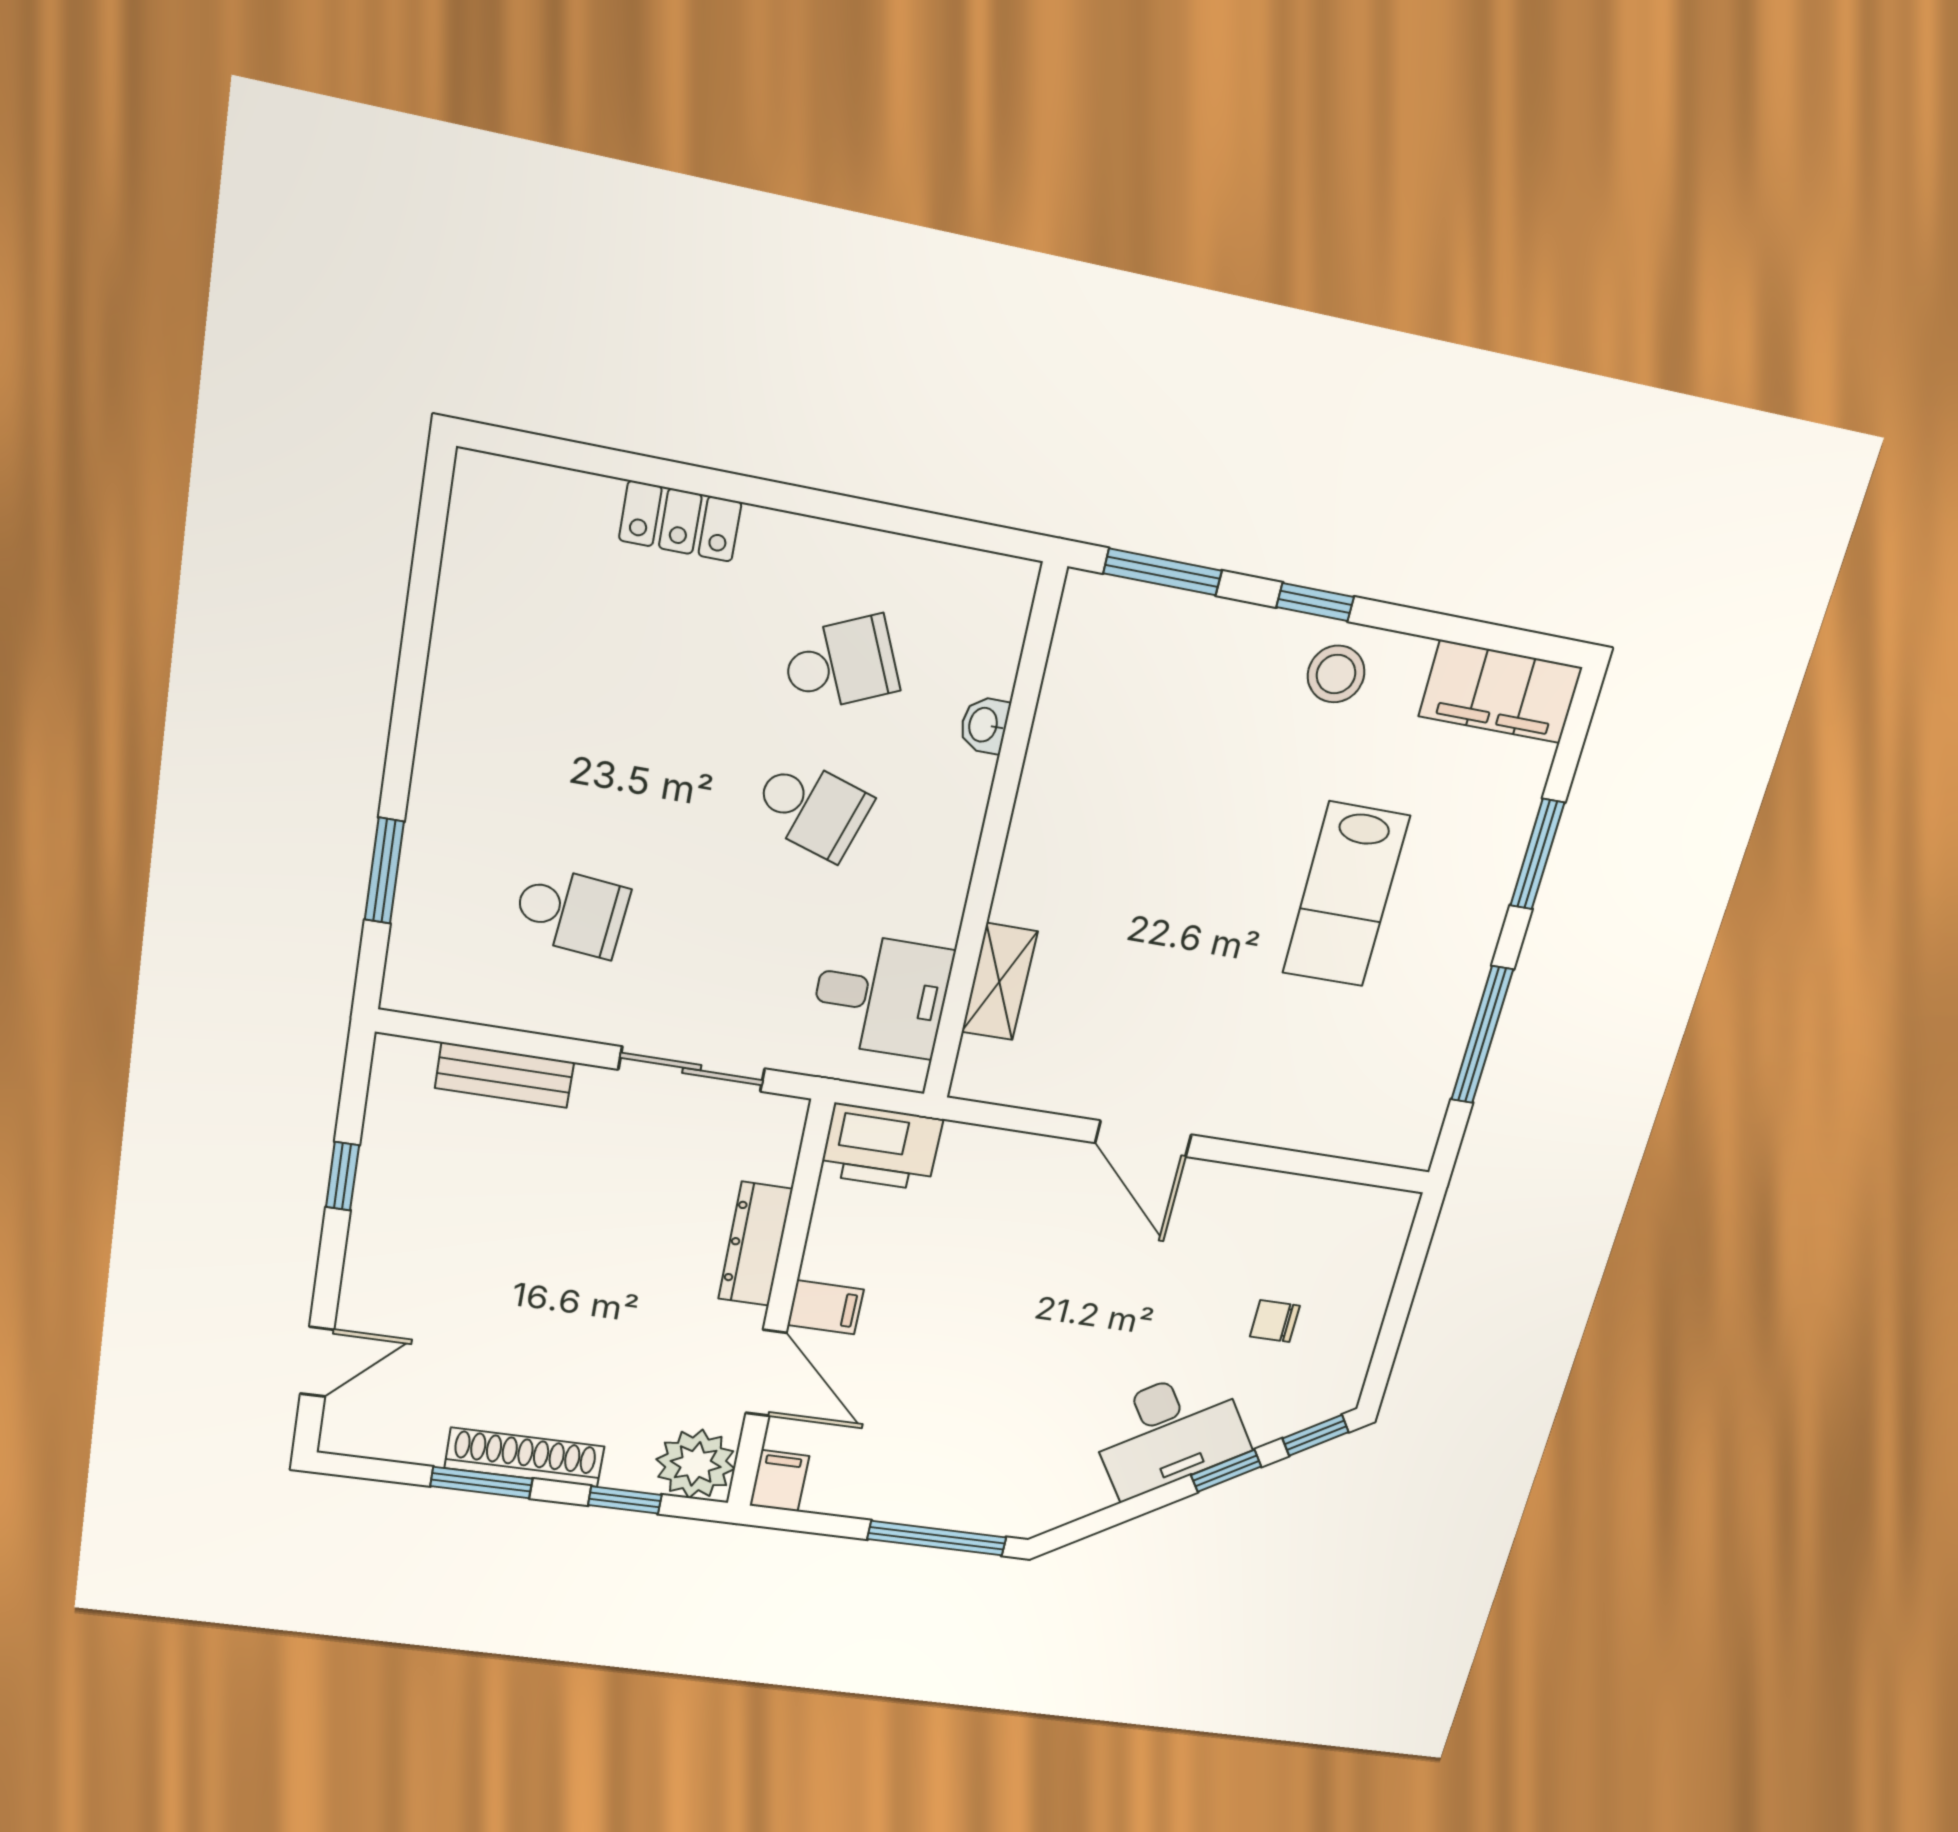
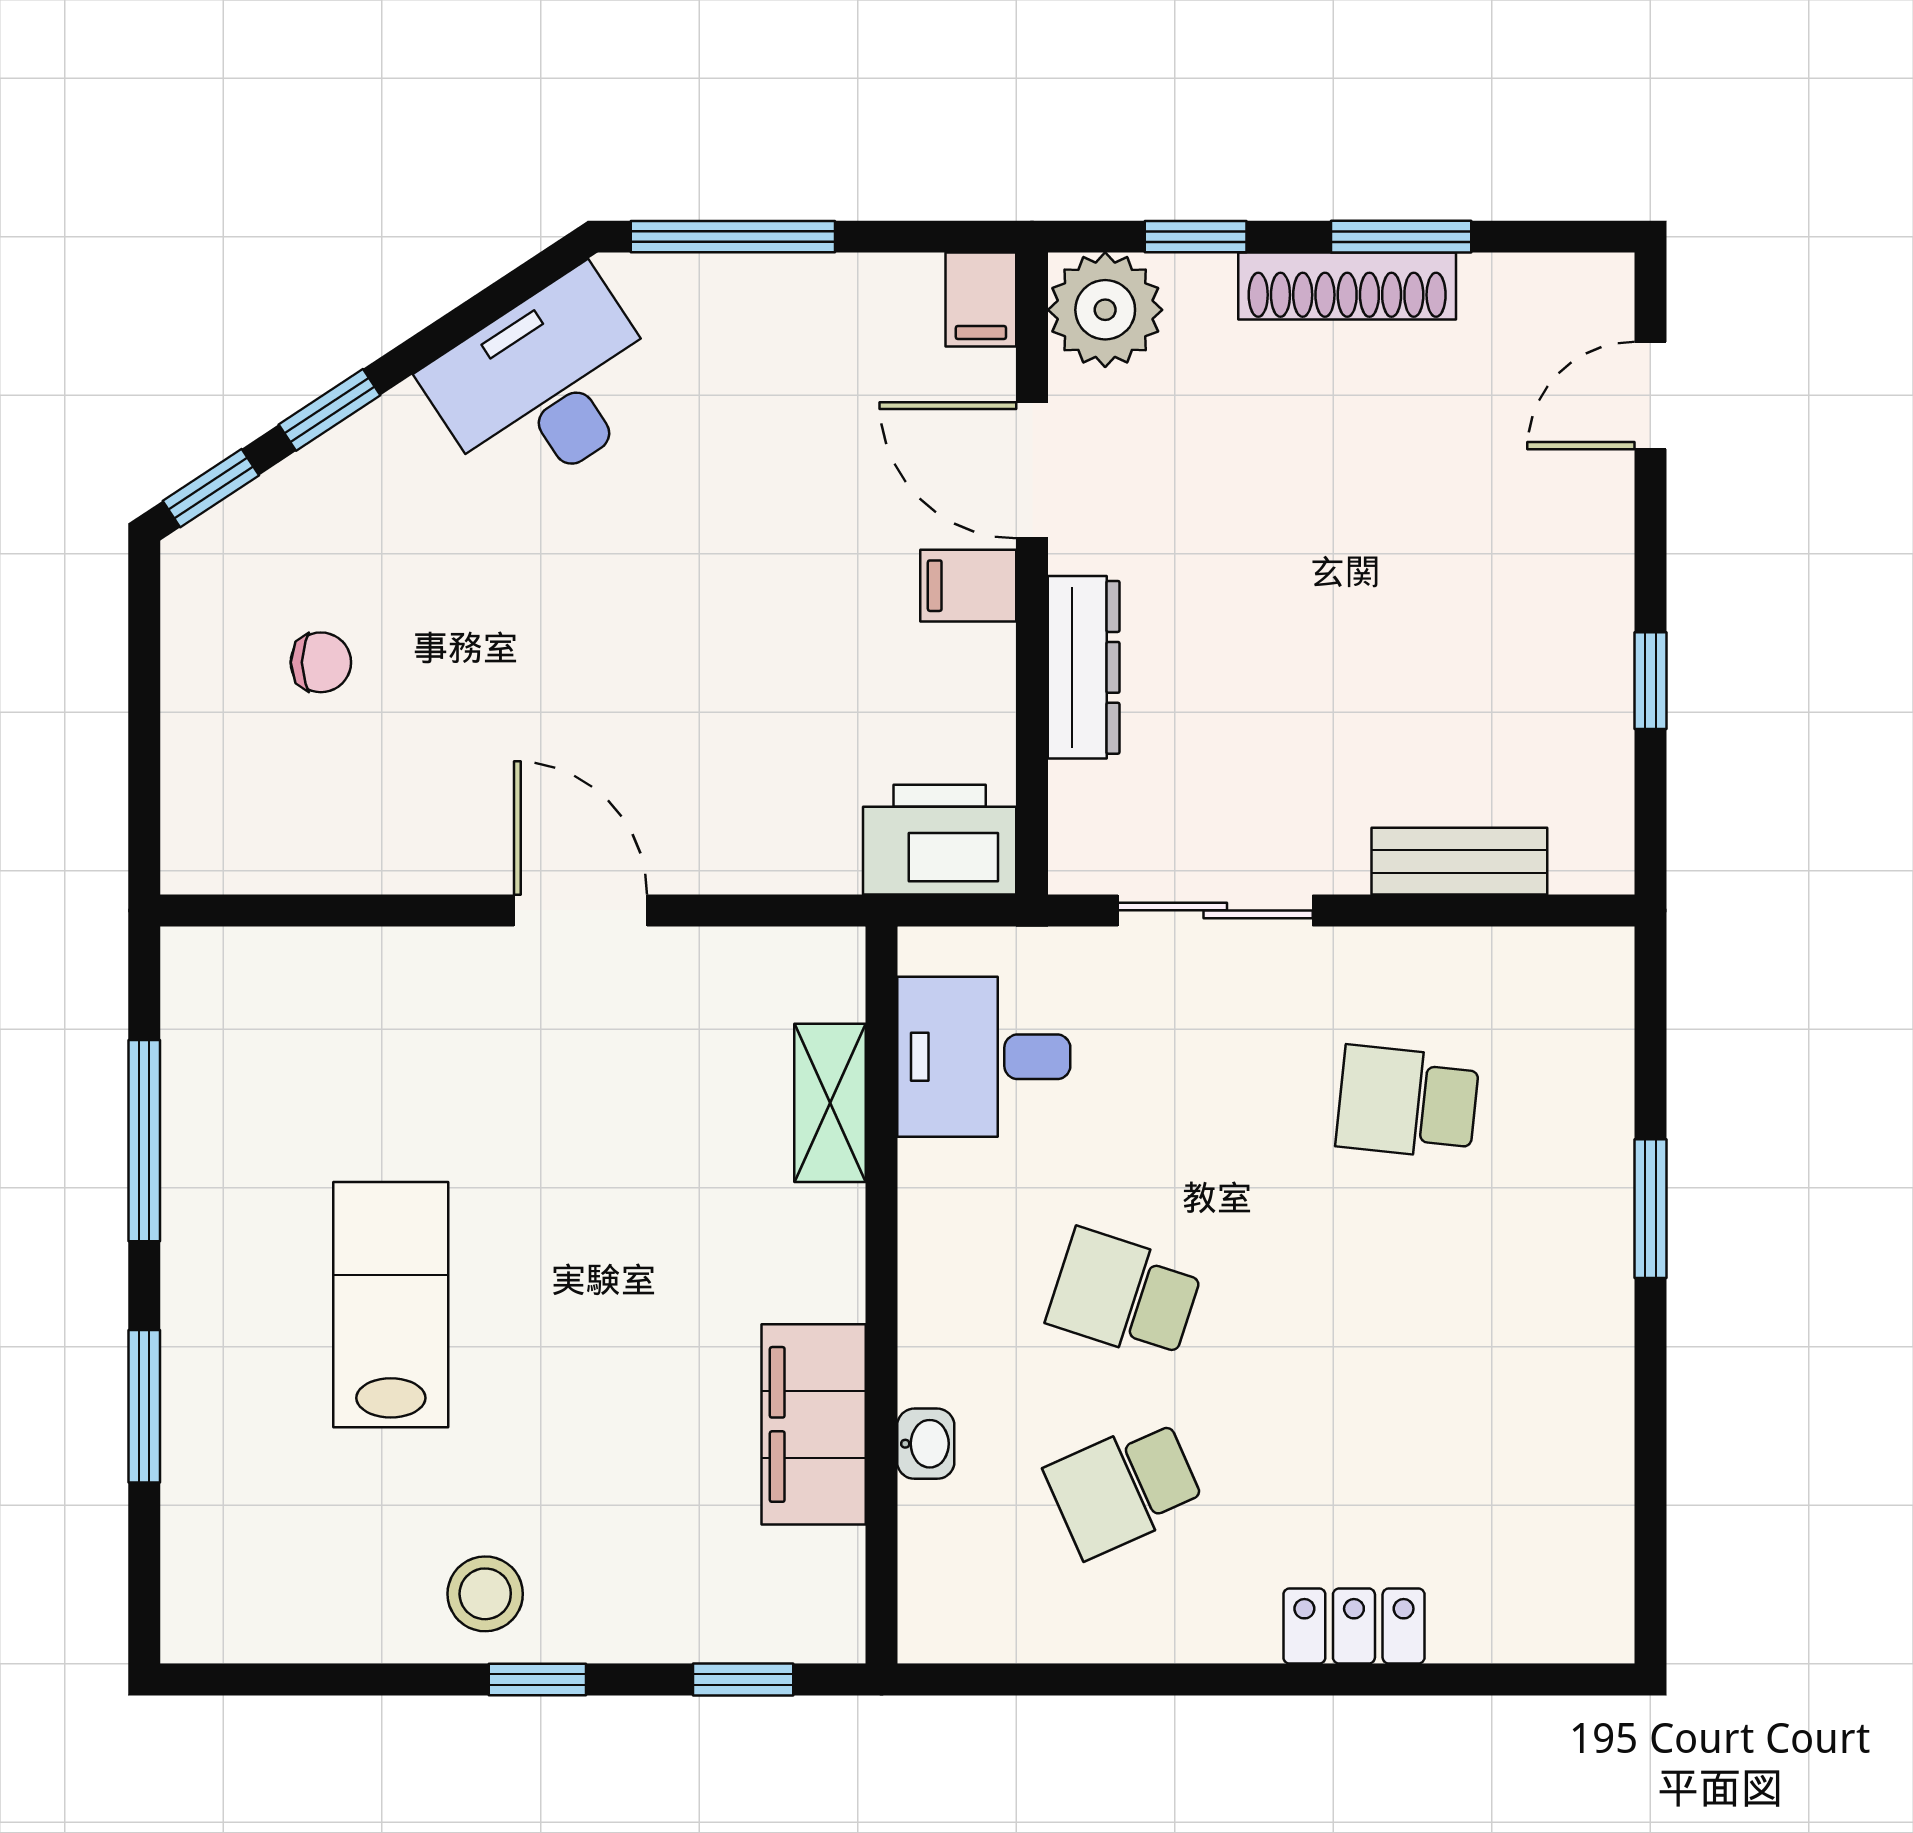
window: (1163, 572) -> (743, 1679), width x0.67
filing cabinet: (1501, 692) -> (814, 1424), moved, turned -90
window: (384, 871) -> (1650, 1209), moved
desk: (1168, 1432) -> (546, 385), moved

